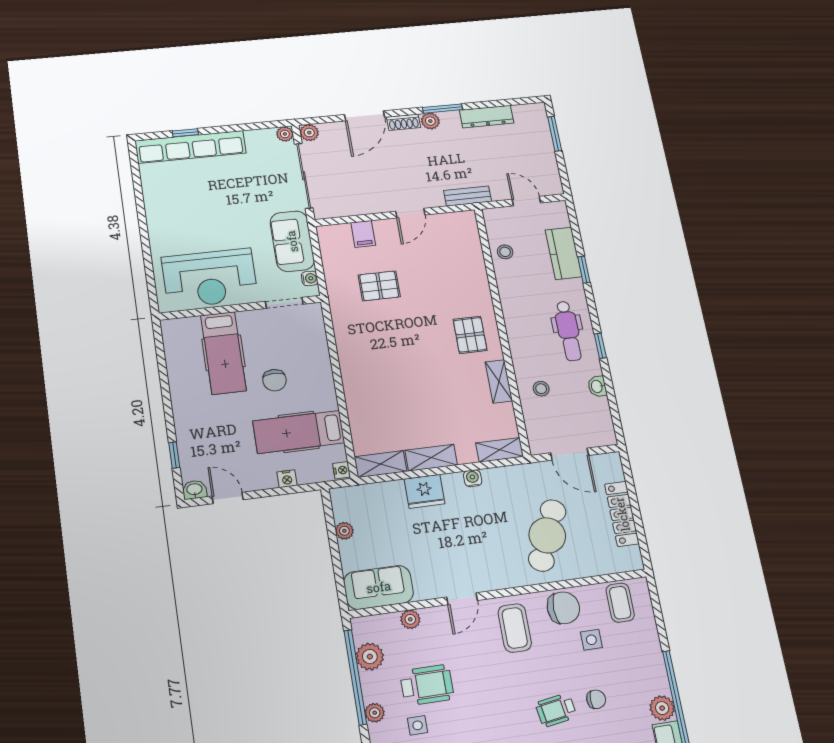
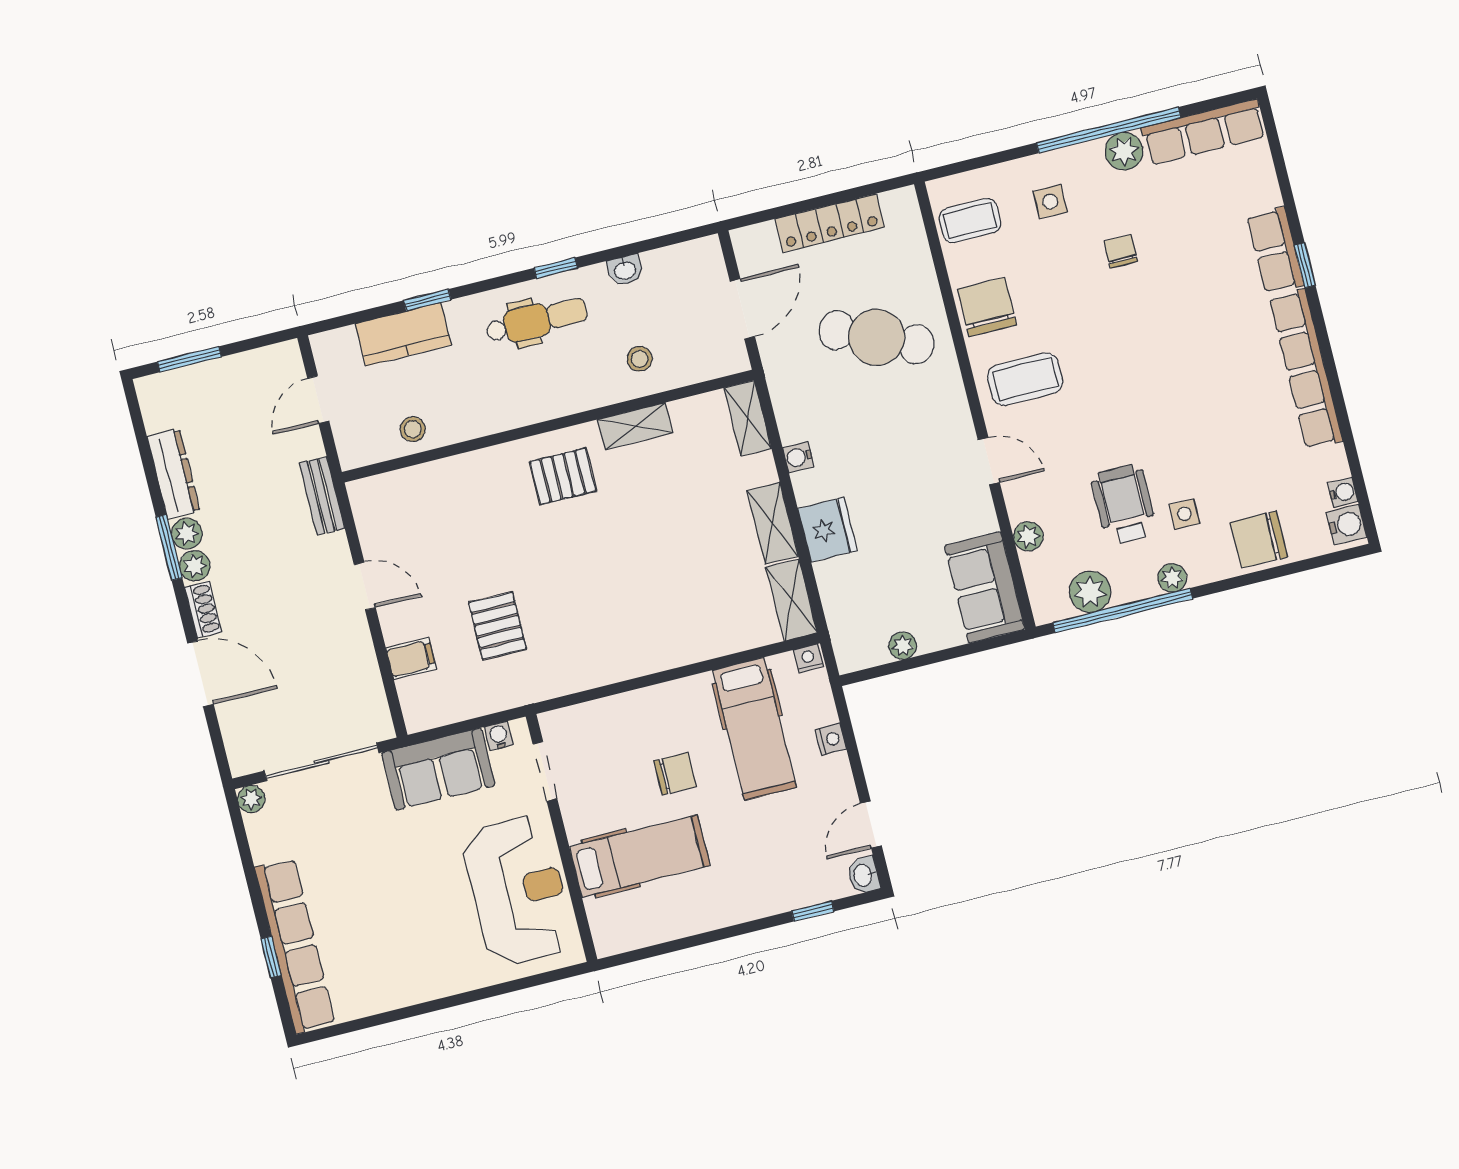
plant: (309, 133) -> (187, 534), moved
side table: (591, 640) -> (1050, 202), moved
wheelchair: (556, 710) -> (1142, 311), removed

